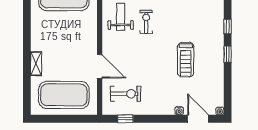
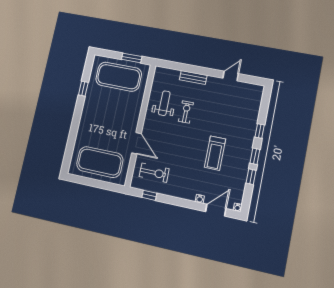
window: (27, 18) -> (83, 89), added
shelving: (36, 64) -> (82, 130), removed
window: (228, 77) -> (251, 177), added
door: (198, 119) -> (216, 210), hinge flipped

